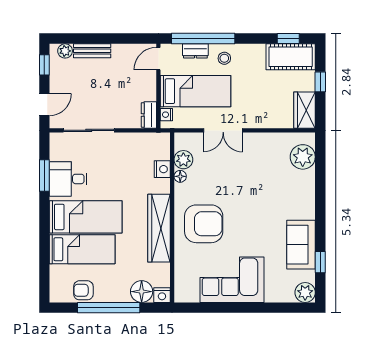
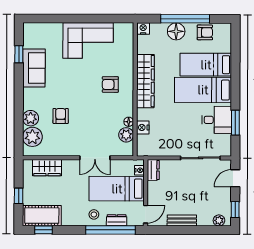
bench: (92, 51) -> (182, 221), moved
wardrobe: (305, 110) -> (47, 168), moved, turned 90
double door: (223, 130) -> (95, 158), swing flipped
armchair: (267, 184) -> (61, 116), added
armchair: (204, 224) -> (110, 84), width x0.53, depth x0.53
floor lamp: (142, 292) -> (176, 31), moved
plant: (305, 292) -> (31, 118), moved

